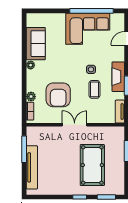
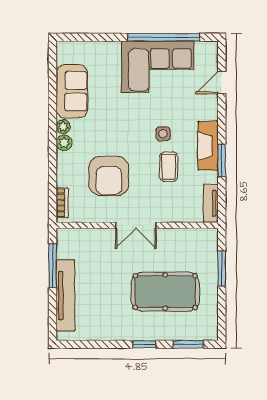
plant: (31, 97) -> (64, 143), moved
double door: (75, 125) -> (136, 225), swing flipped
pool table: (92, 165) -> (165, 292), turned 90

